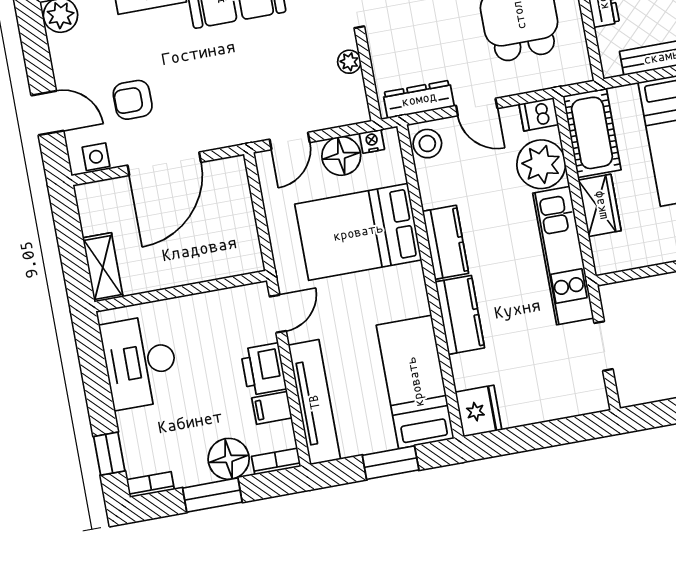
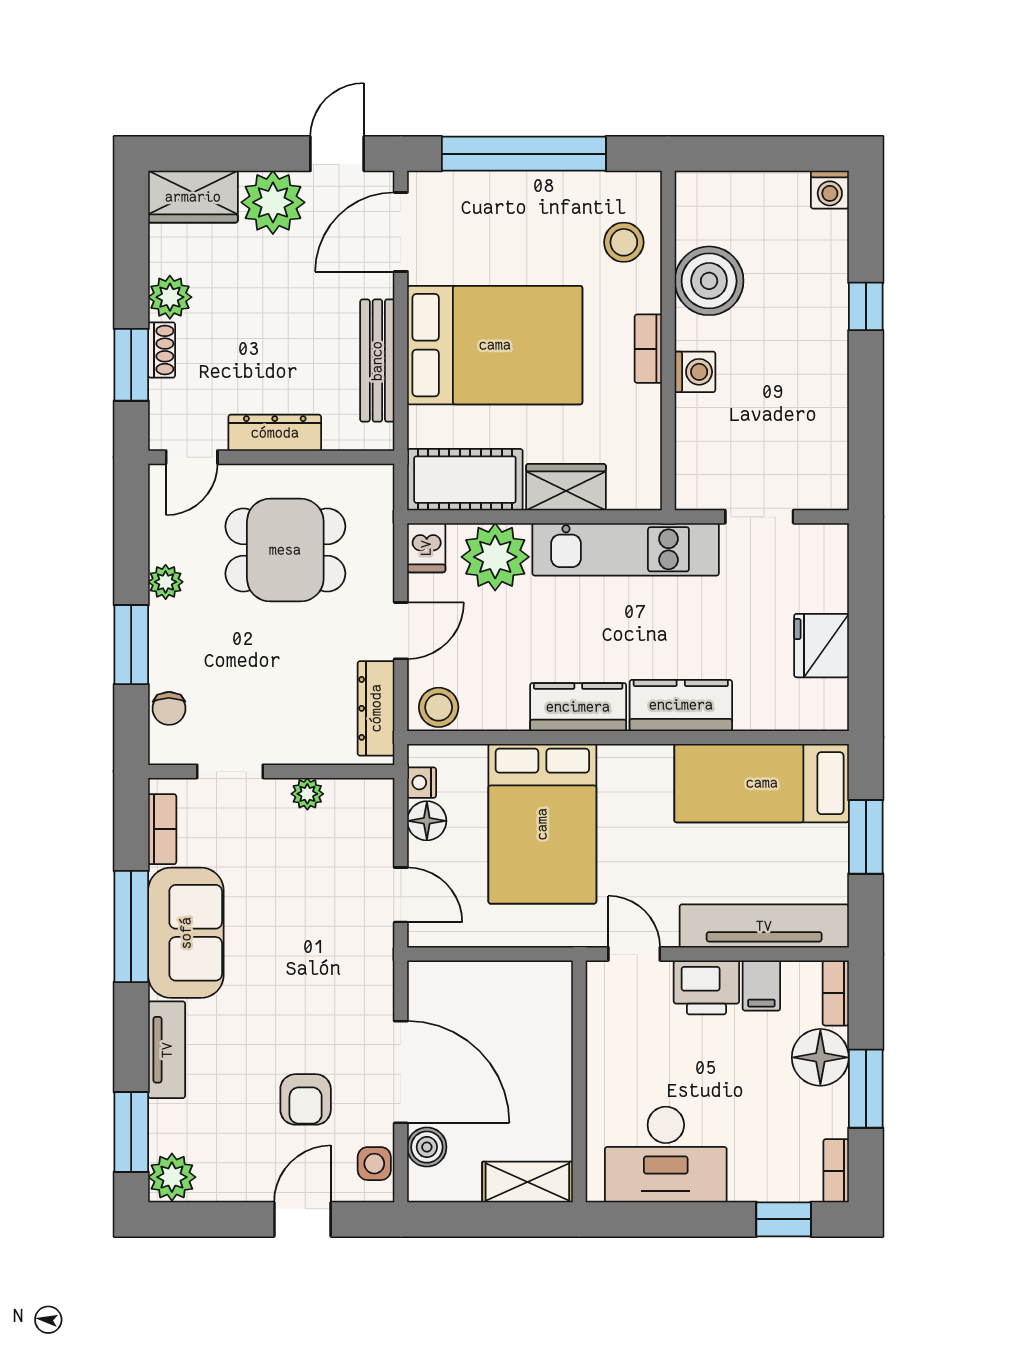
floor lamp: (341, 156) -> (427, 821), width x0.73, depth x0.73
boiler: (115, 192) -> (427, 1147), added
fridge: (479, 411) -> (821, 646), moved, turned -90

